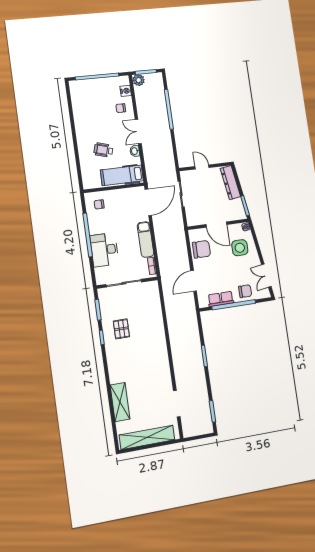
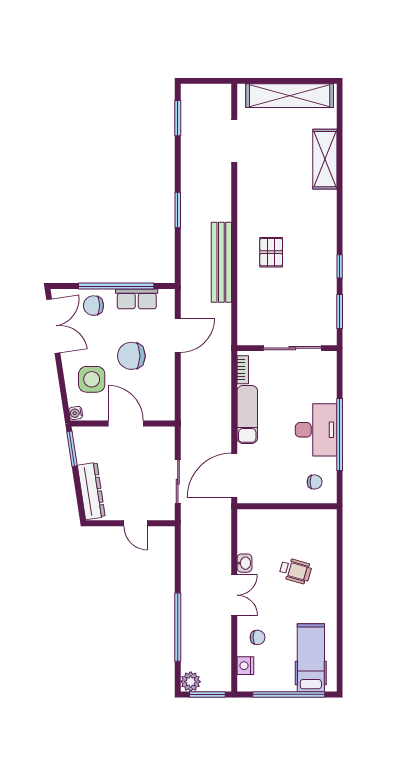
plant: (139, 80) -> (191, 682), moved
hospital bed: (122, 175) -> (311, 658), moved, turned -90
chair: (201, 249) -> (131, 356), moved
desk: (104, 250) -> (316, 430), moved
double door: (266, 276) -> (53, 326), width x1.37
pallet: (121, 329) -> (271, 252), moved
bench: (174, 329) -> (221, 262), added

